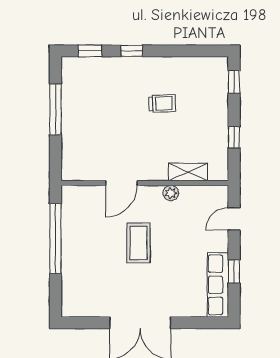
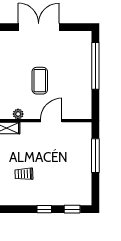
window: (55, 109) -> (95, 156), moved
window: (55, 238) -> (95, 66), moved

